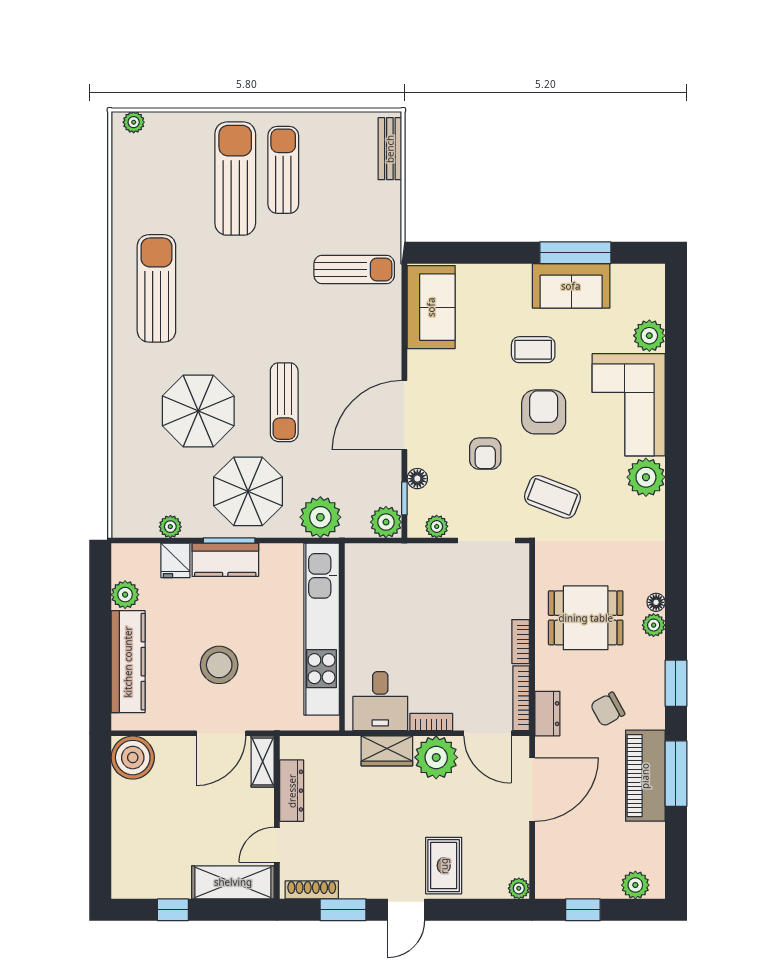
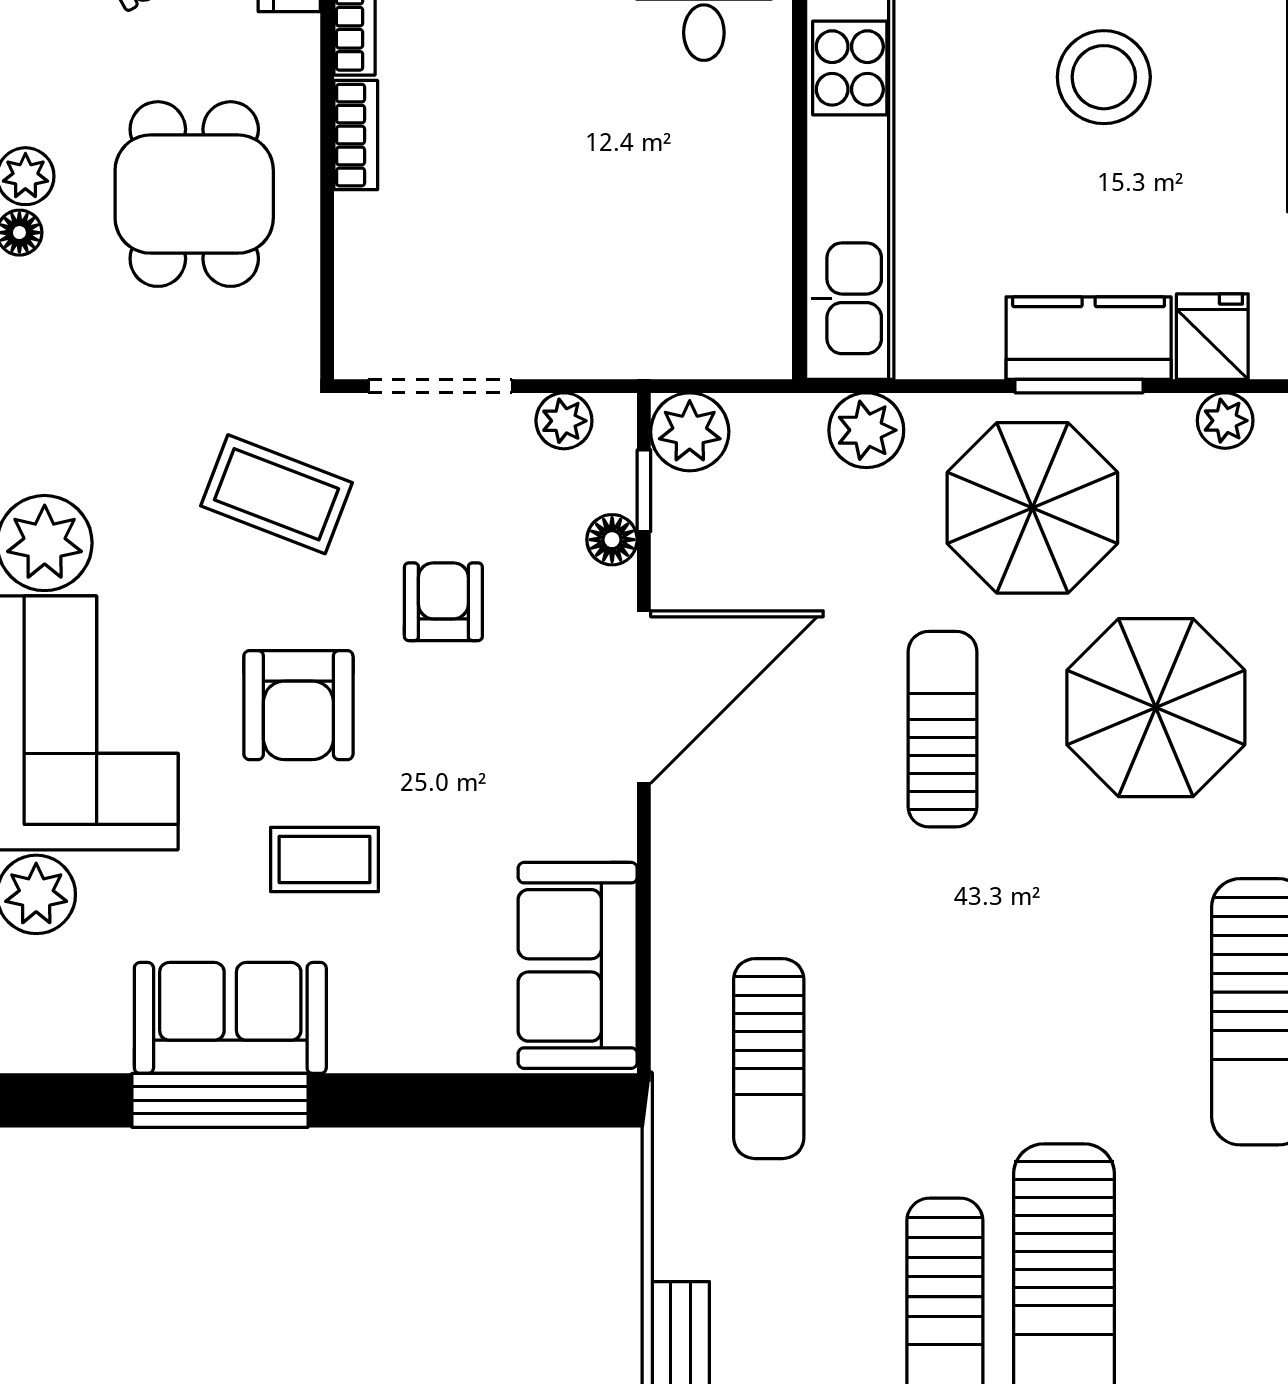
sun lounger: (354, 269) -> (769, 1059), turned -90
plant: (320, 517) -> (866, 430), width x0.73, depth x0.73
dining table: (586, 618) -> (194, 194), turned 90

